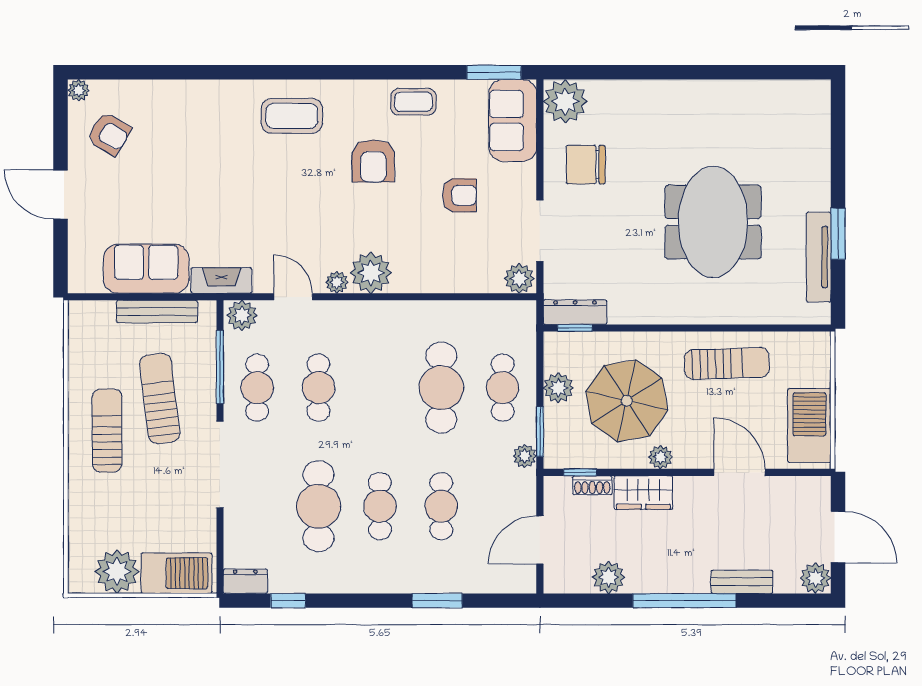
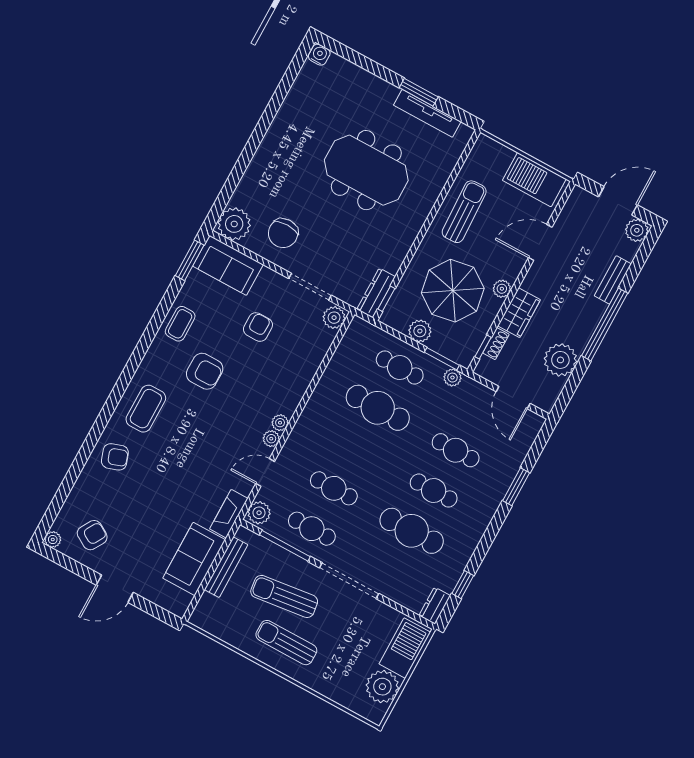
water cooler: (818, 93) -> (319, 55), added
armchair: (215, 110) -> (115, 457), added
plant: (371, 273) -> (280, 423), width x0.53, depth x0.53
plant: (609, 577) -> (560, 360), width x1.36, depth x1.36

